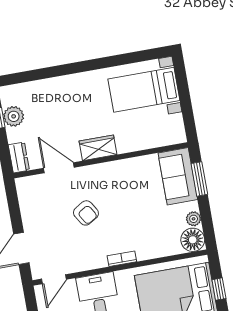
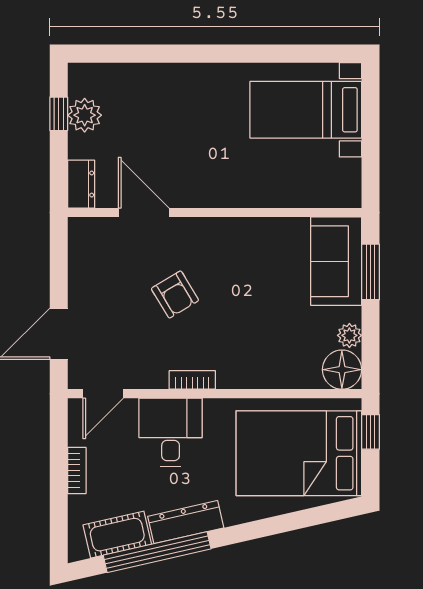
wardrobe: (98, 148) -> (214, 191), removed
bookcase: (122, 259) -> (192, 380), moved
window: (219, 289) -> (371, 432), moved

